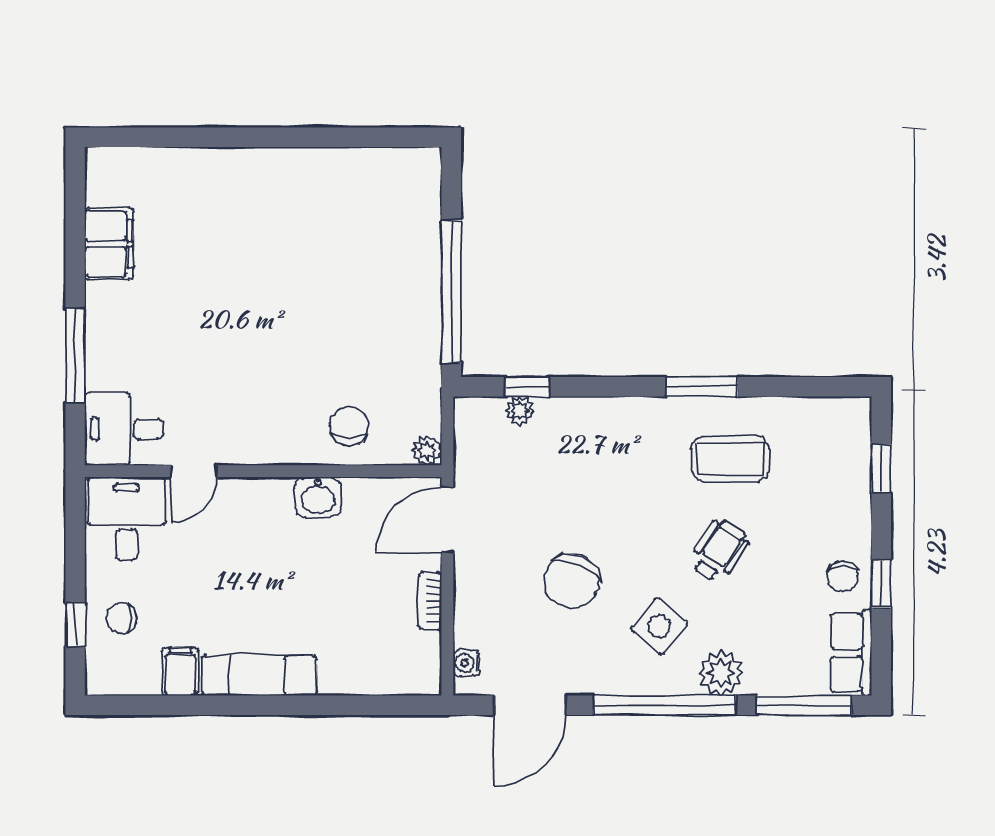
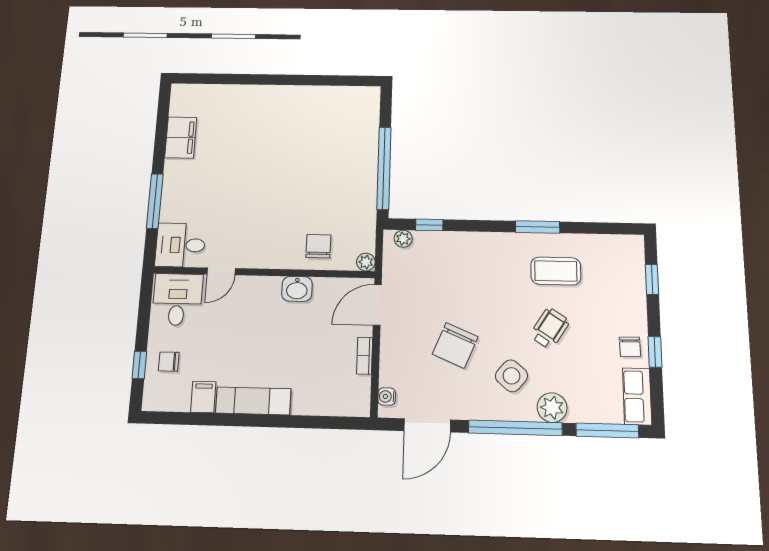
plant: (520, 411) -> (403, 239), moved

